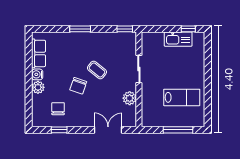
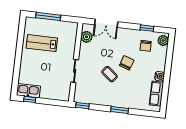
kitchen sink: (178, 39) -> (28, 91), moved
plant: (38, 87) -> (163, 40), moved
plant: (130, 98) -> (86, 37), moved

